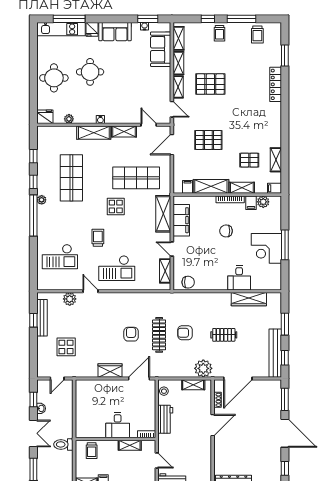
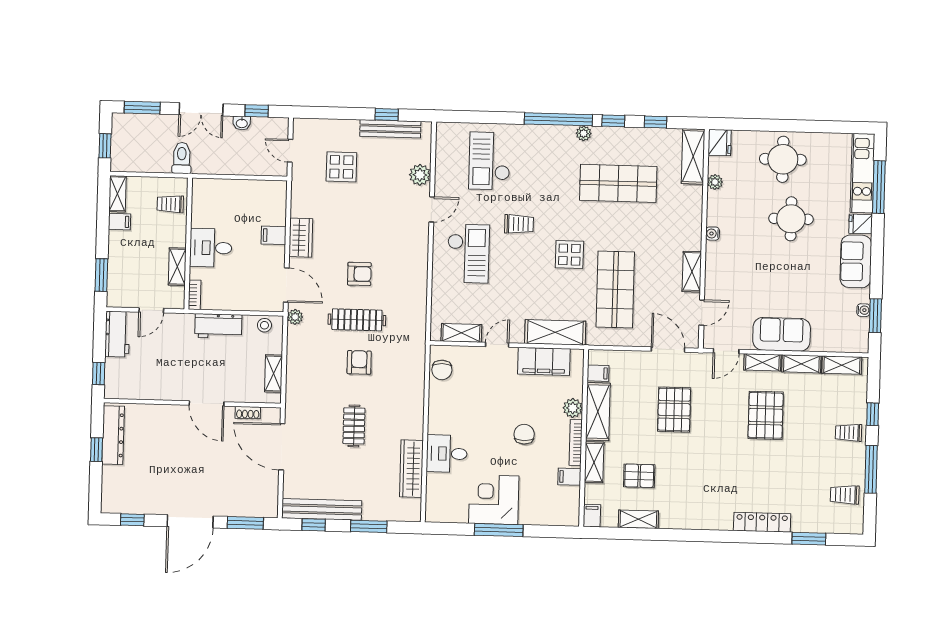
sofa: (161, 49) -> (782, 334), moved
shelving: (94, 133) -> (693, 156), moved
pallet: (249, 160) -> (639, 476), turned 90
plant: (263, 202) -> (573, 408), moved
checkout: (117, 268) -> (468, 254), turned 180
plant: (203, 368) -> (295, 317), moved, width x0.53, depth x0.53
filing cabinet: (109, 387) -> (274, 235), added

